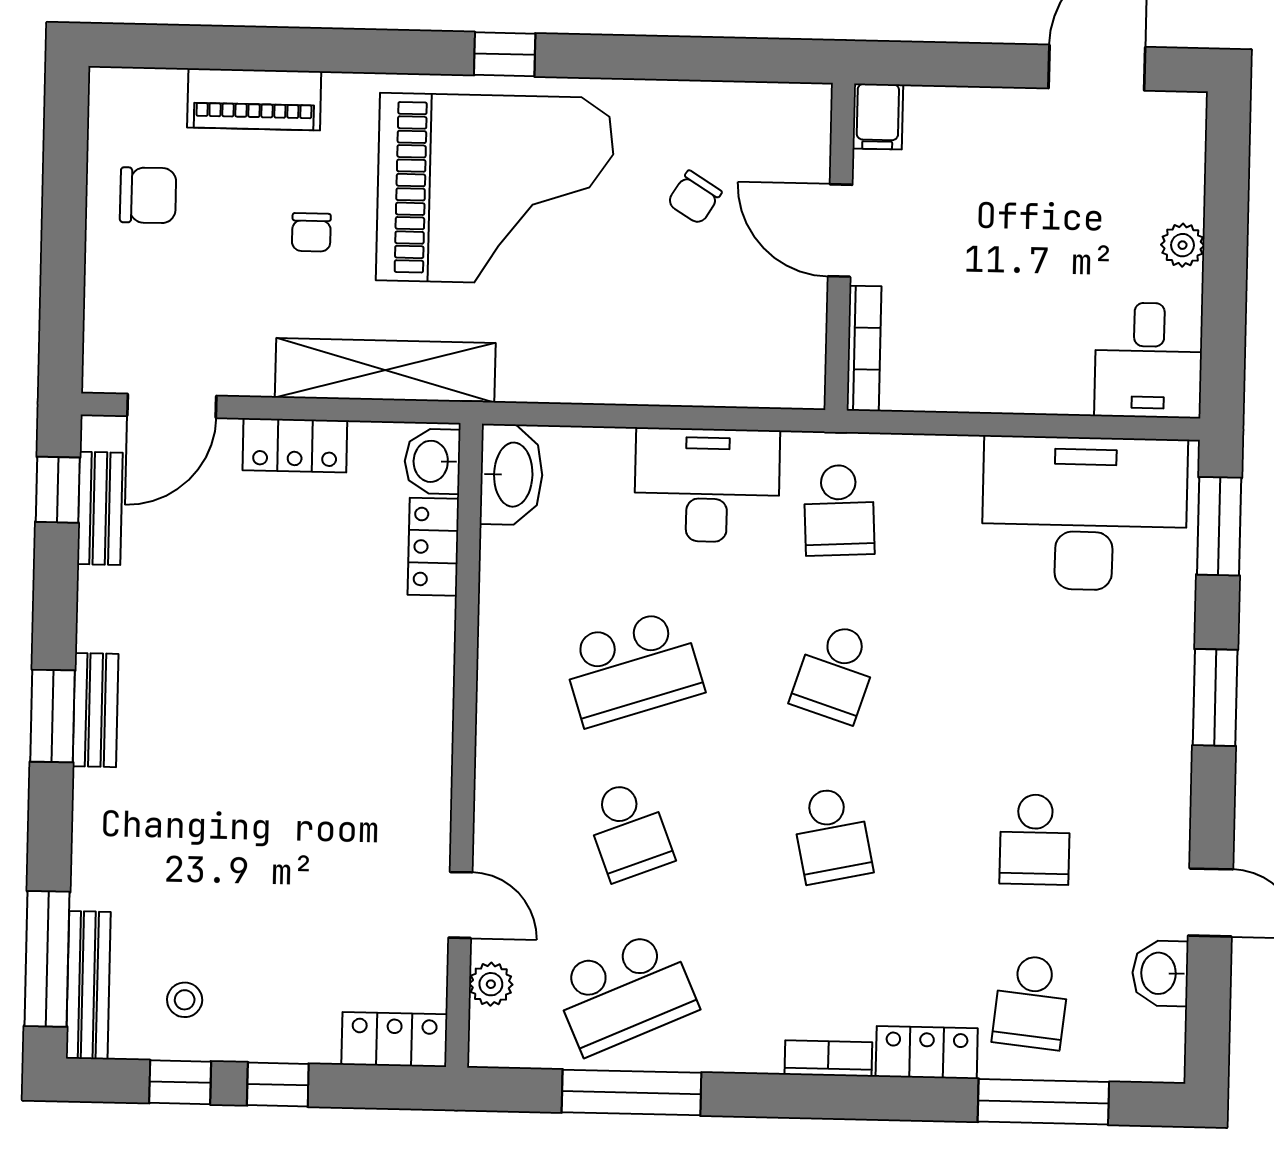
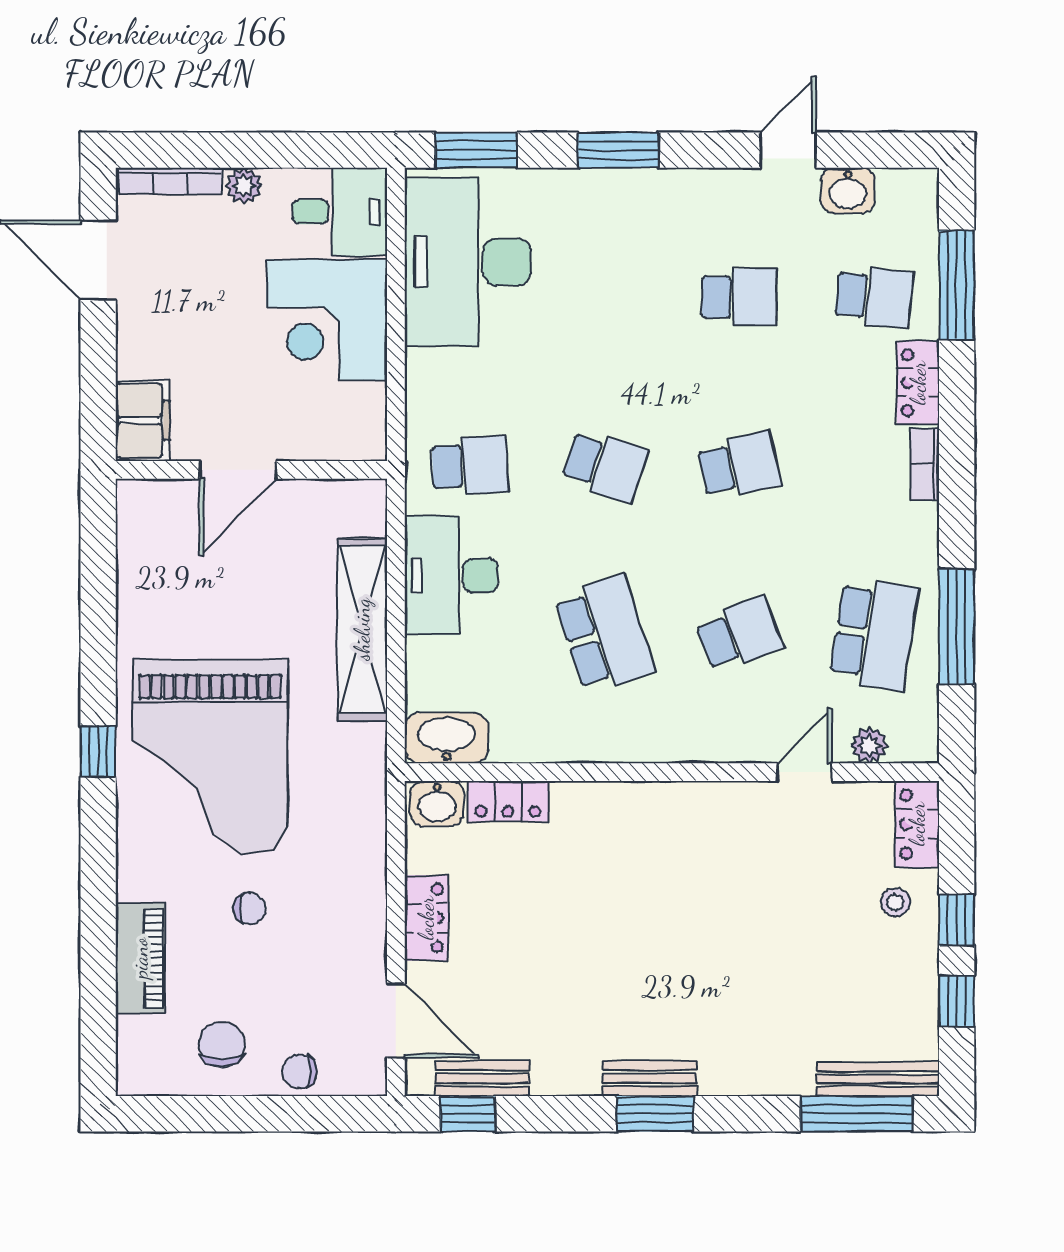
filing cabinet: (878, 117) -> (143, 421), width x2.00
grand piano: (495, 189) -> (210, 757), turned 180
chair: (694, 197) -> (300, 1071), moved, turned 148
corner desk: (1019, 342) -> (327, 320), added
bookcase: (864, 348) -> (170, 181), moved, turned 180
shelving: (385, 370) -> (362, 629), moved
school desk: (625, 993) -> (874, 634), turned 33
stool: (185, 1000) -> (895, 902), moved

